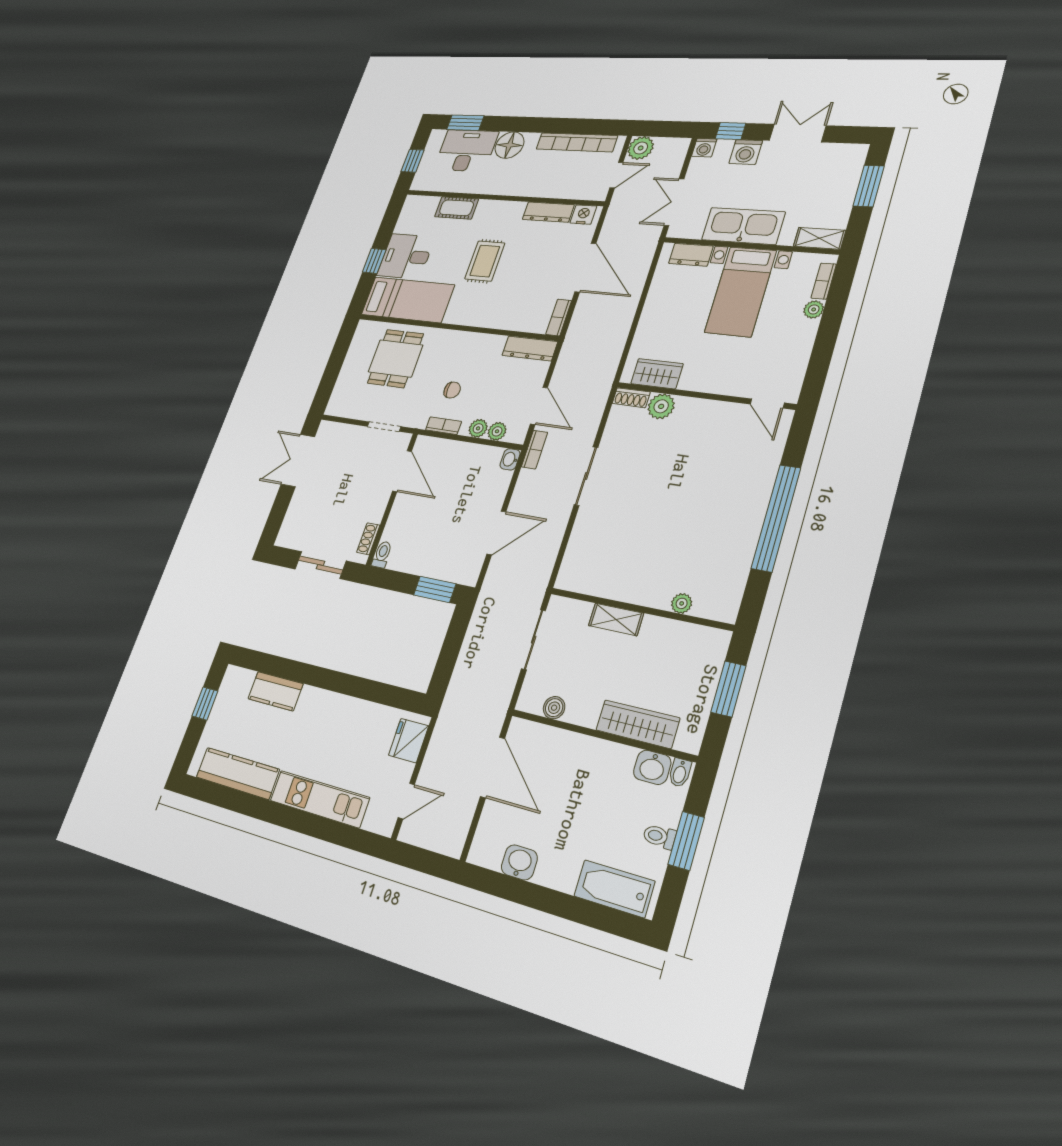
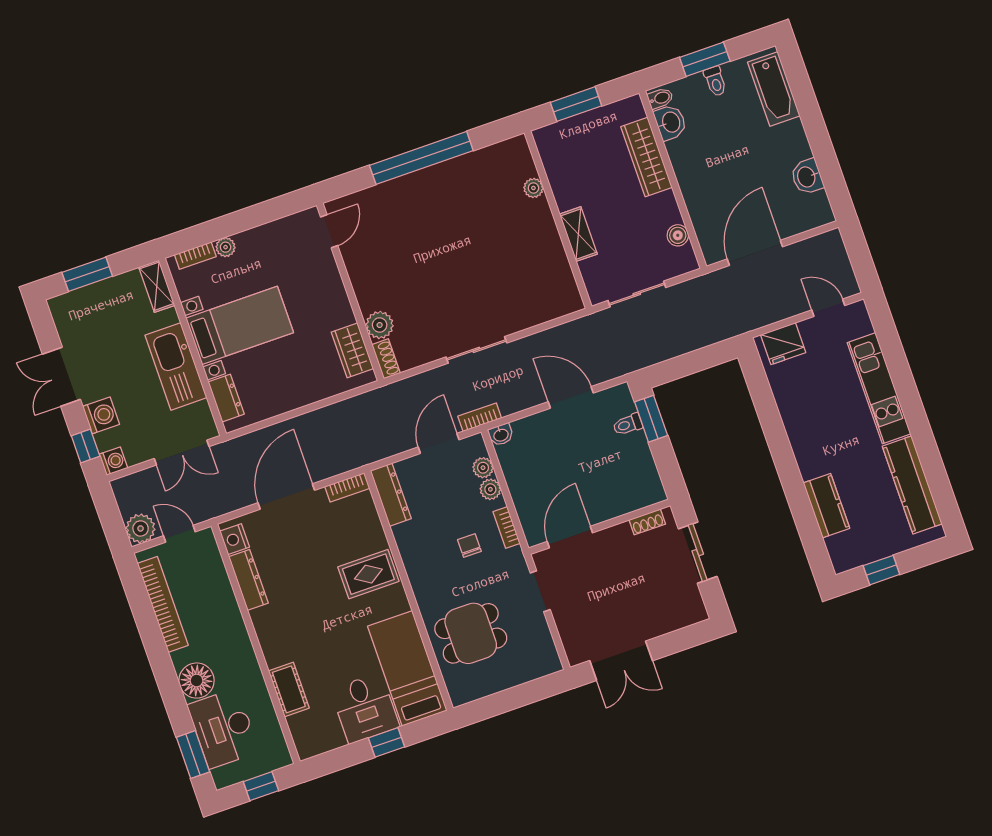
rug: (485, 261) -> (368, 574), moved
toilet: (382, 555) -> (628, 424), moved

